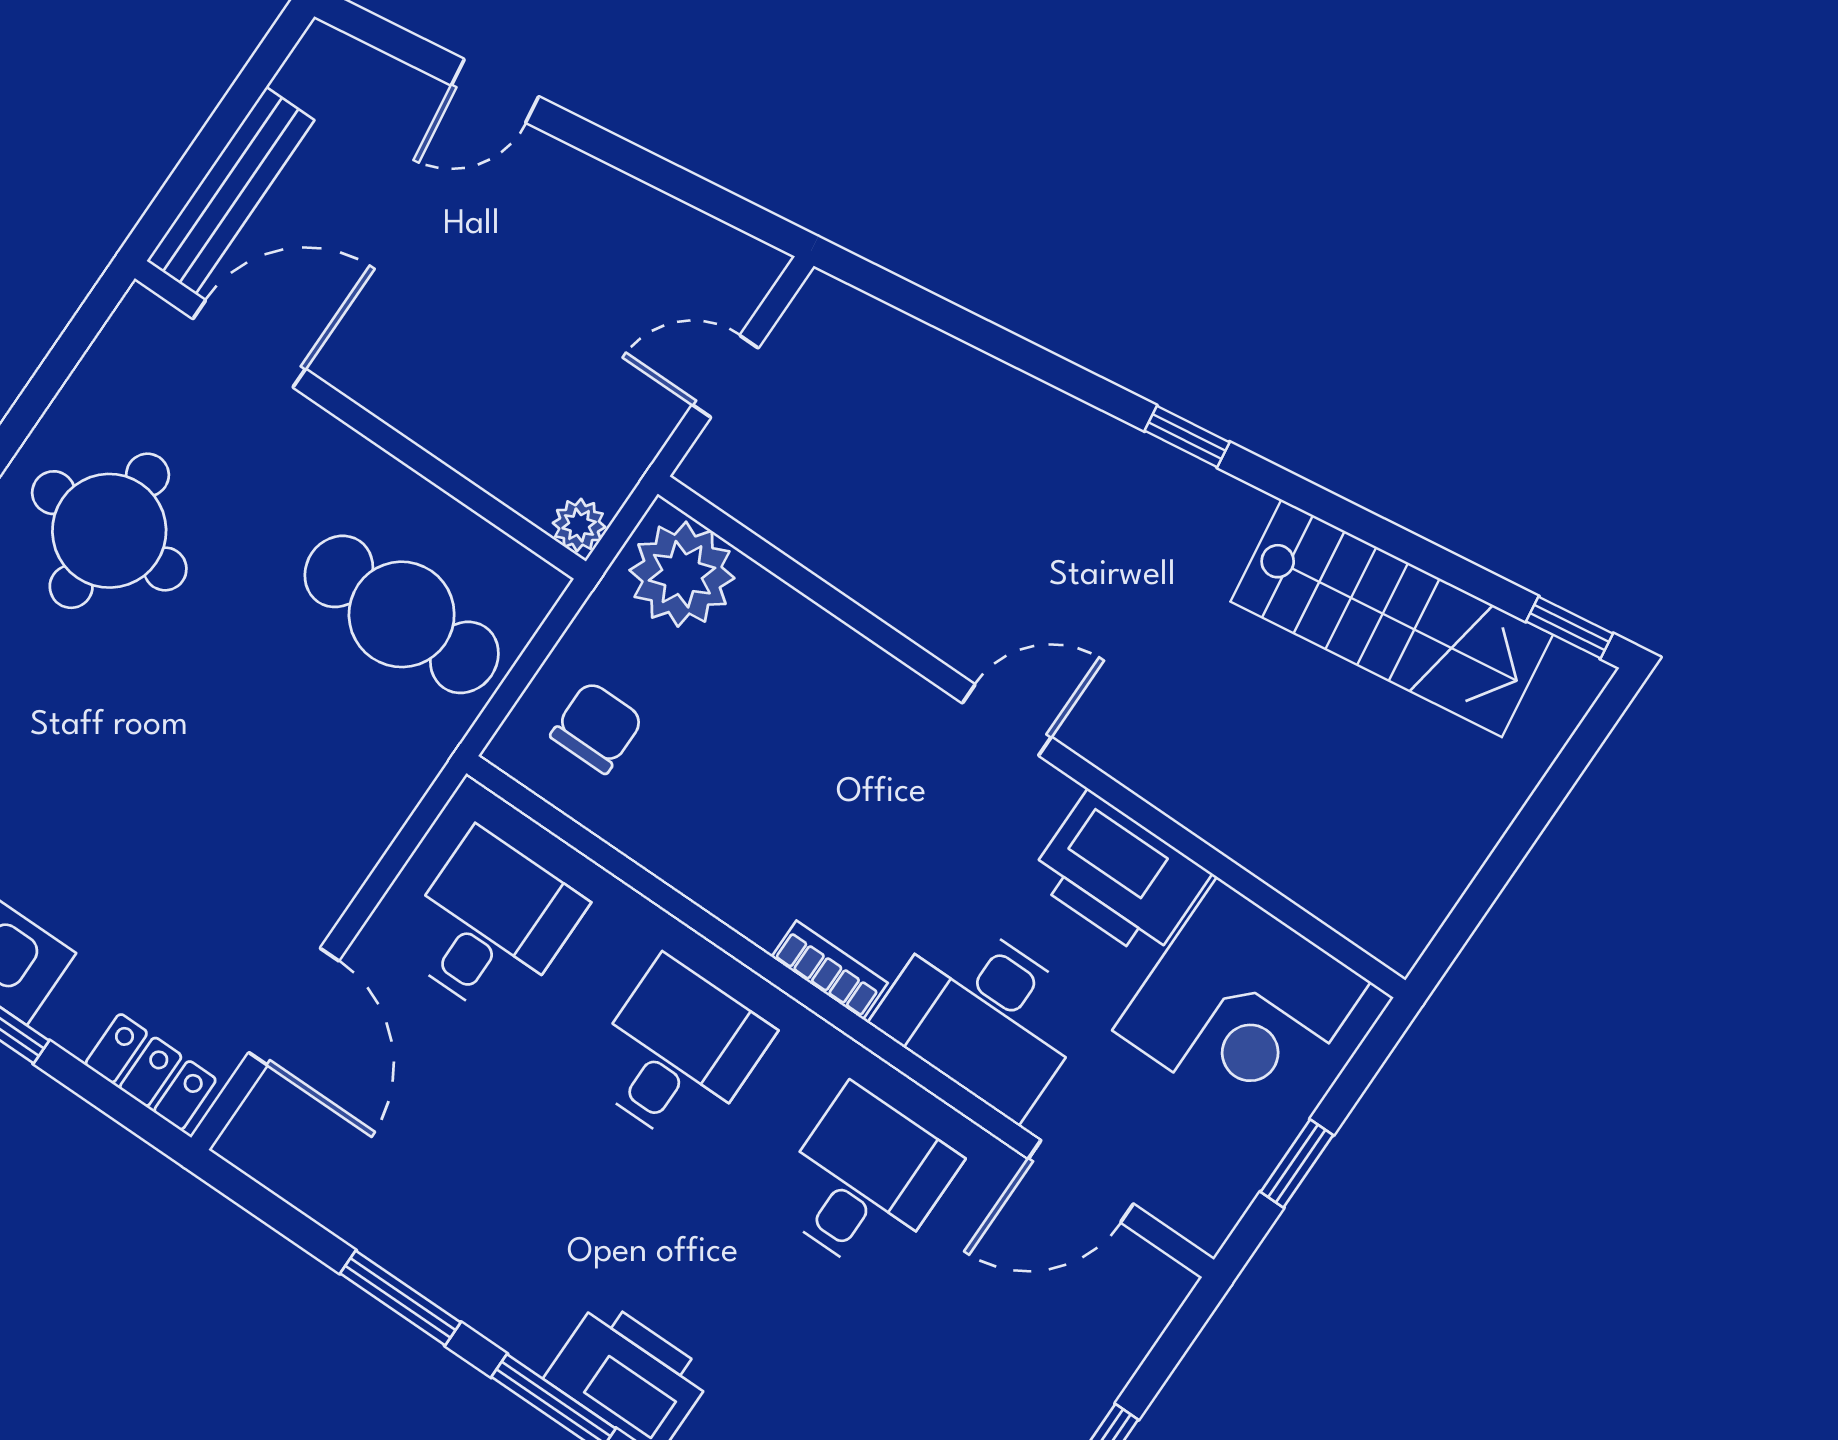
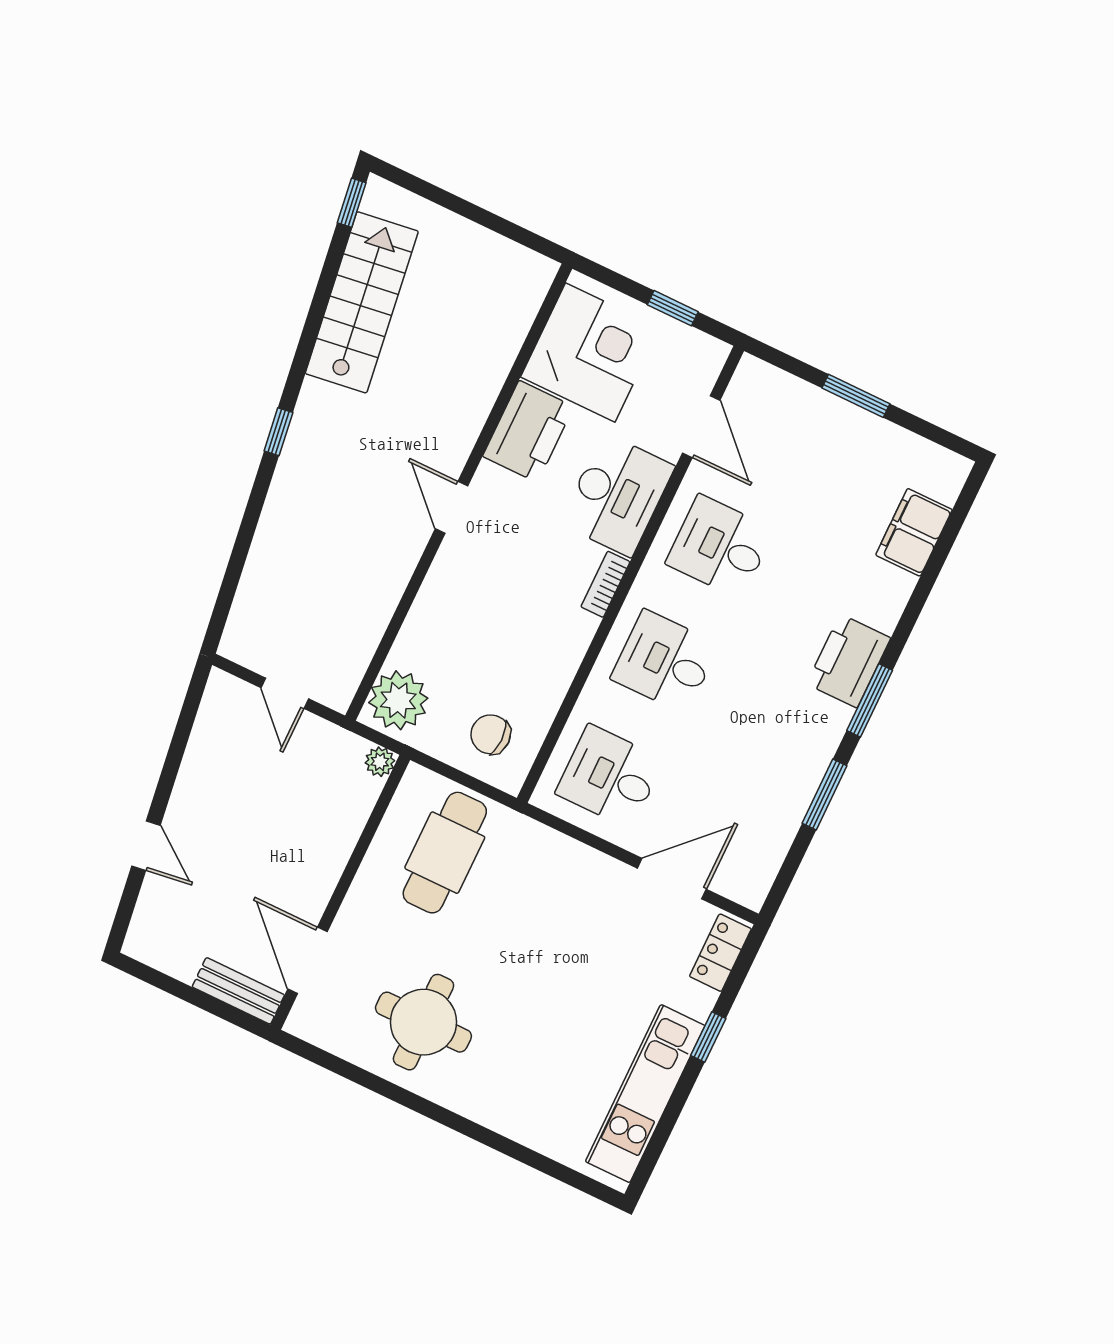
bench: (231, 191) -> (238, 991), width x0.73

